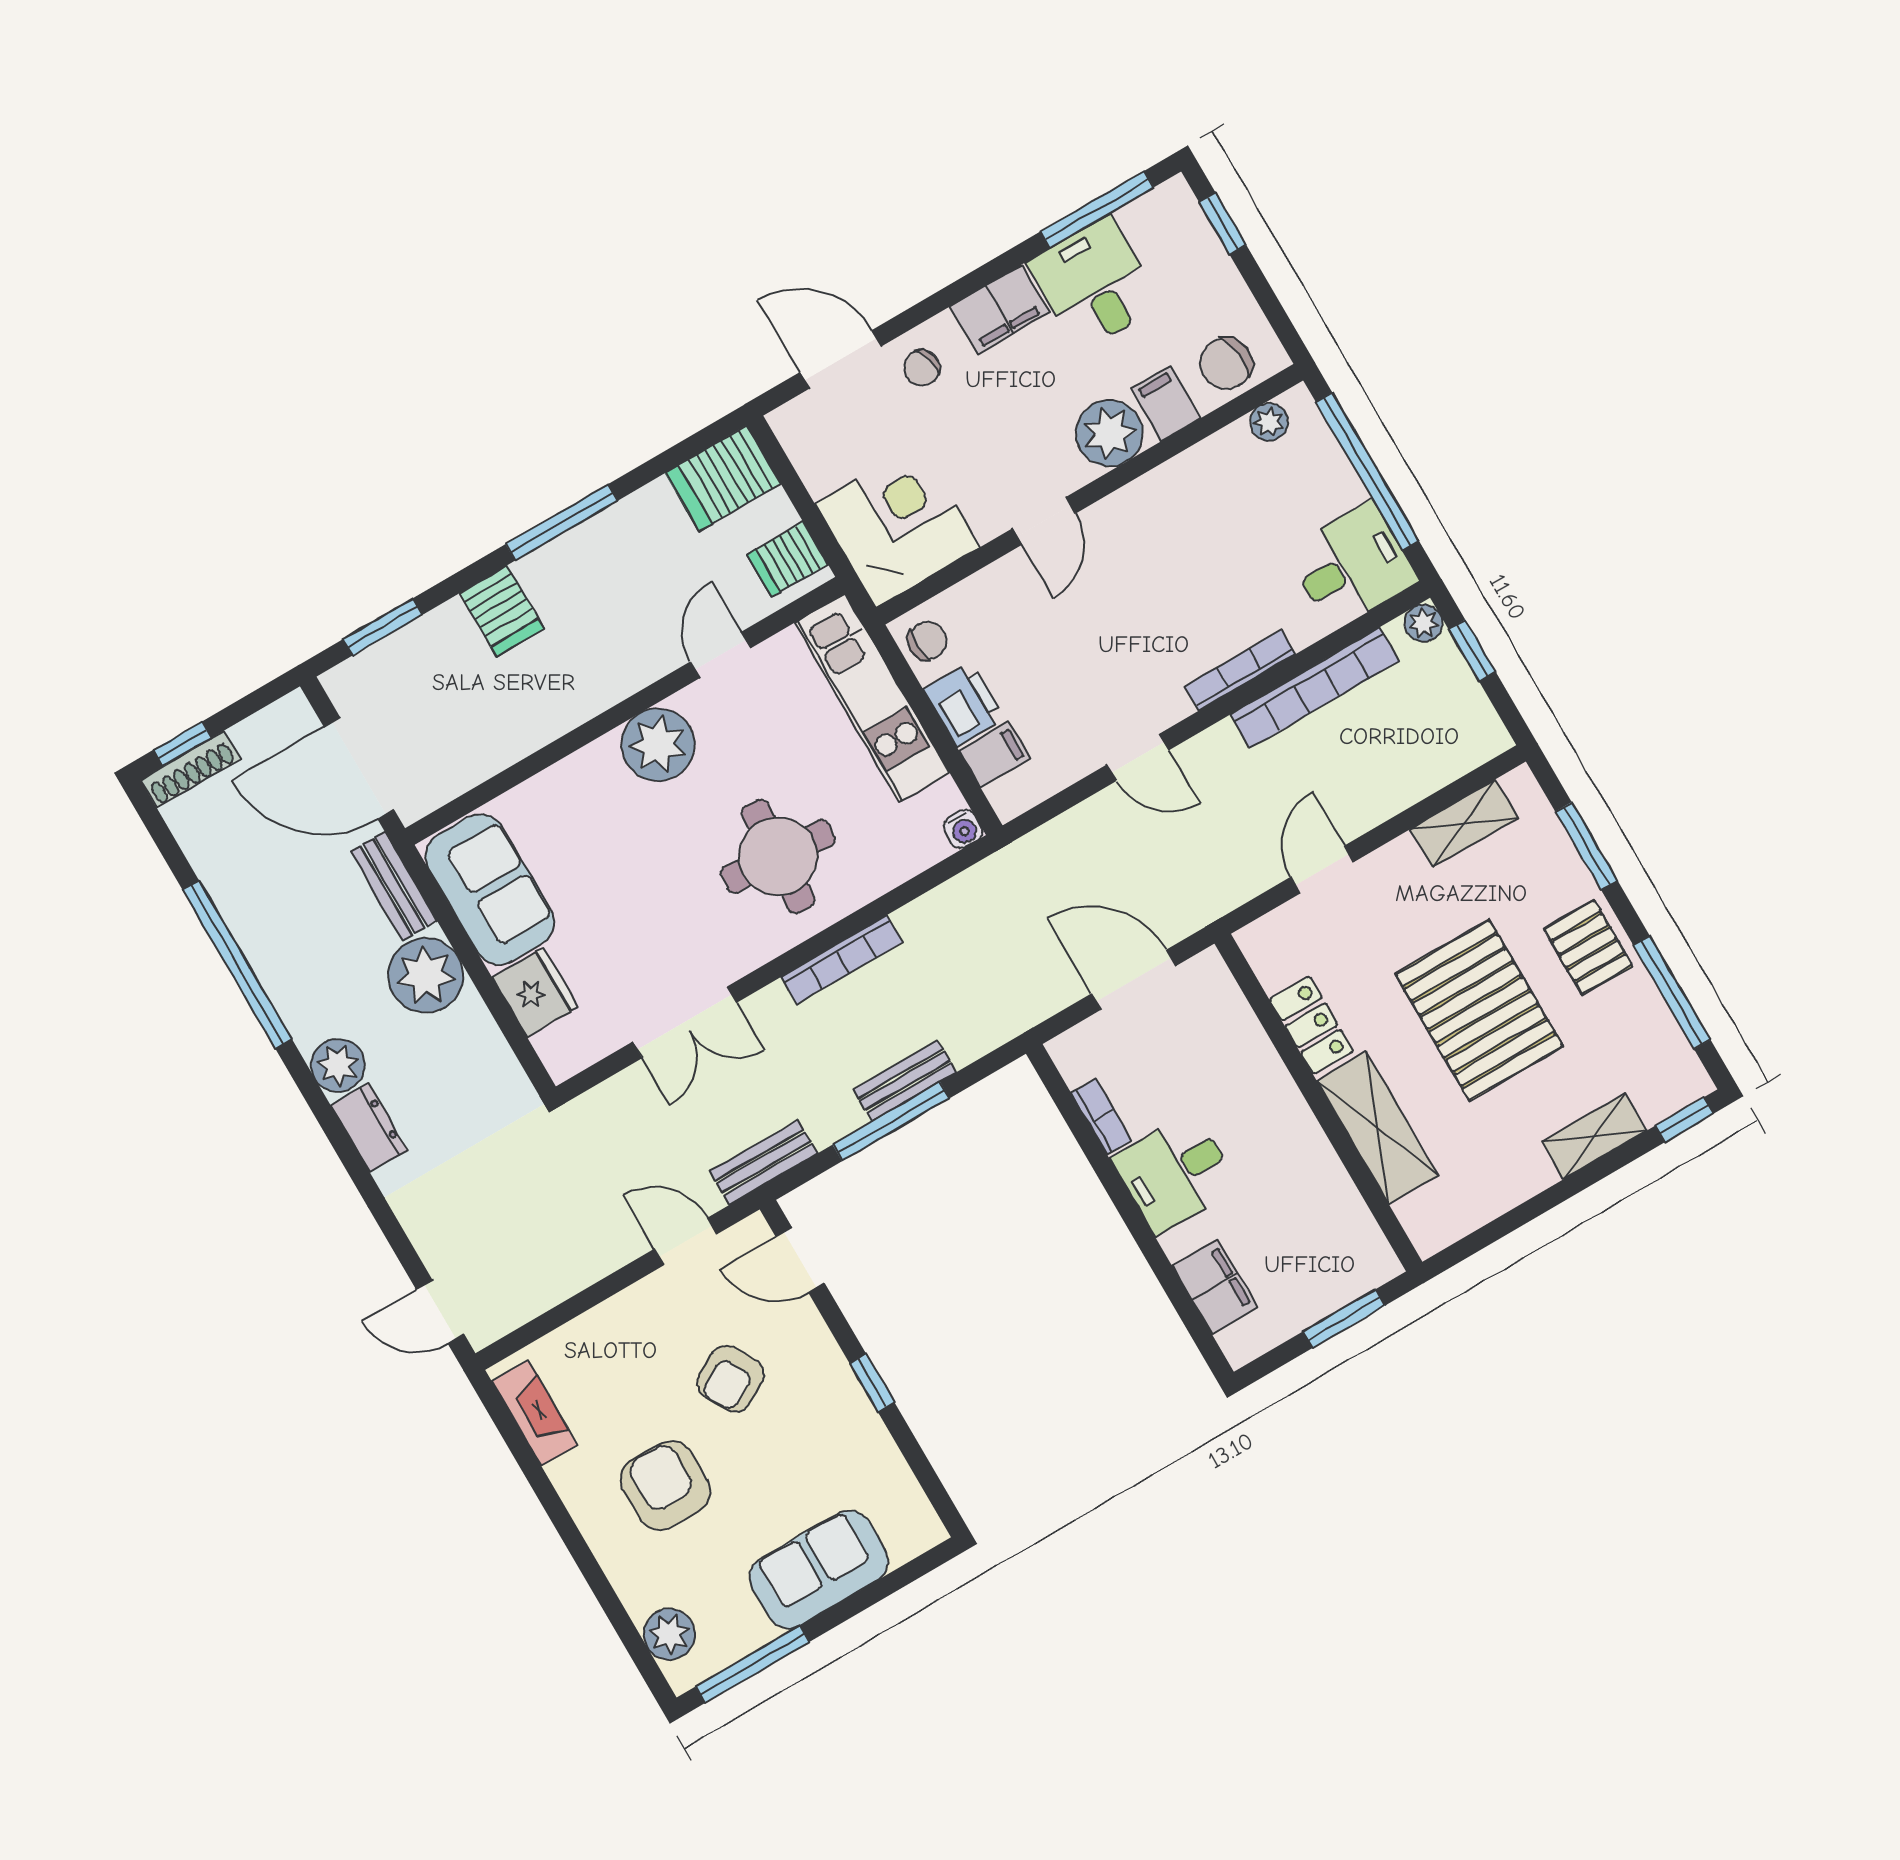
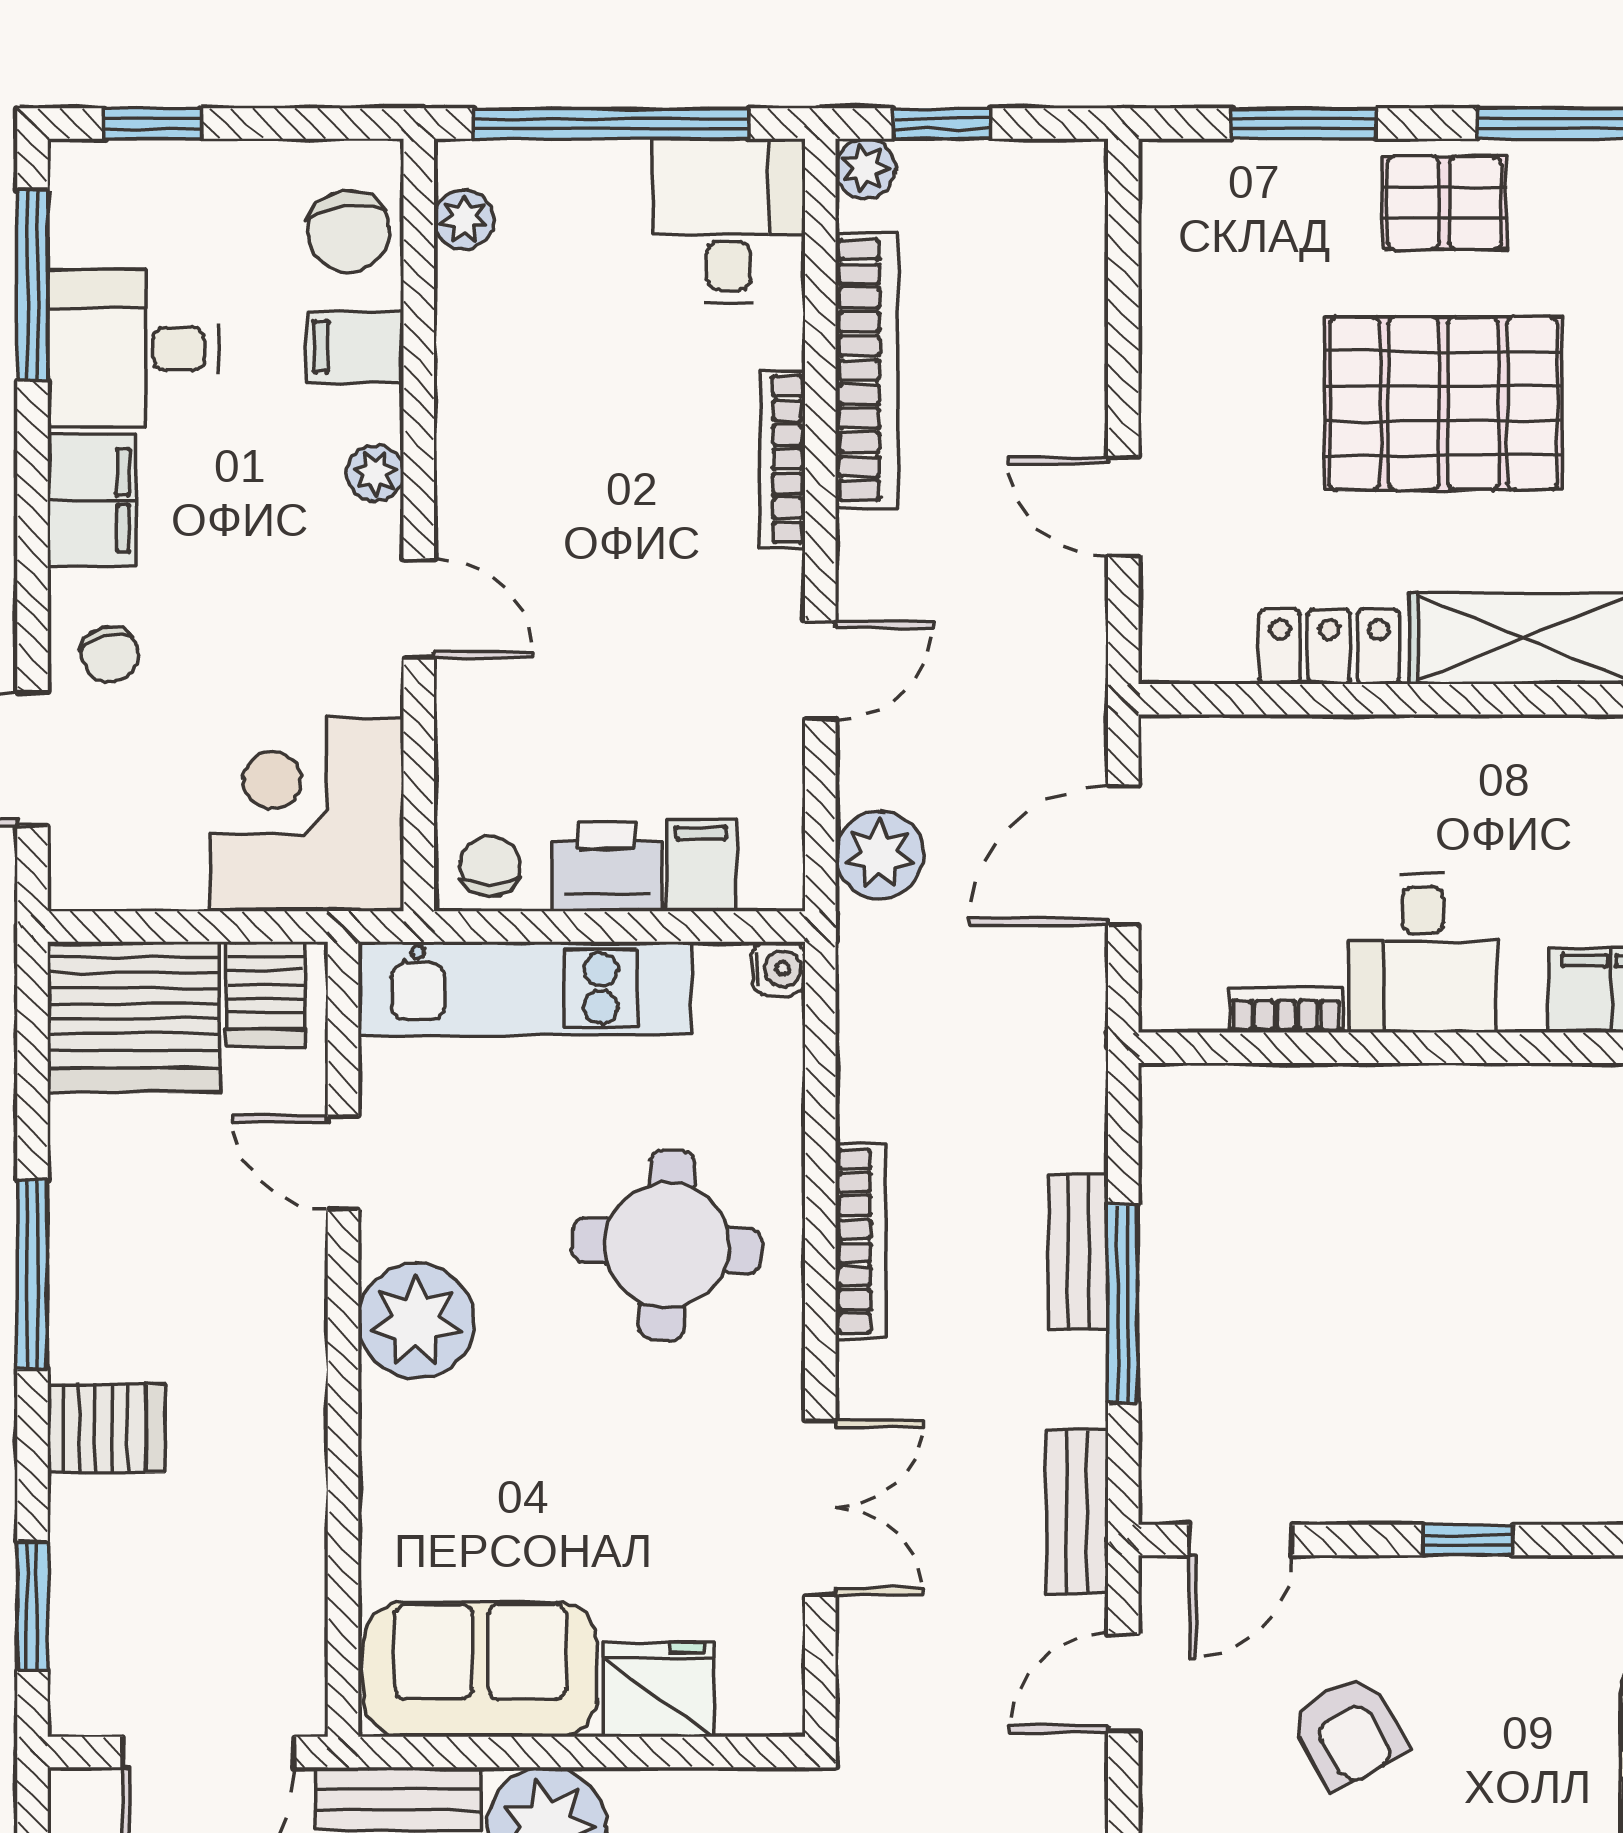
plant: (1109, 433) -> (375, 473), width x0.53, depth x0.53
server rack: (723, 478) -> (134, 1017), width x1.60
shelving: (1464, 824) -> (1174, 274), removed
plant: (1057, 848) -> (879, 855), added

